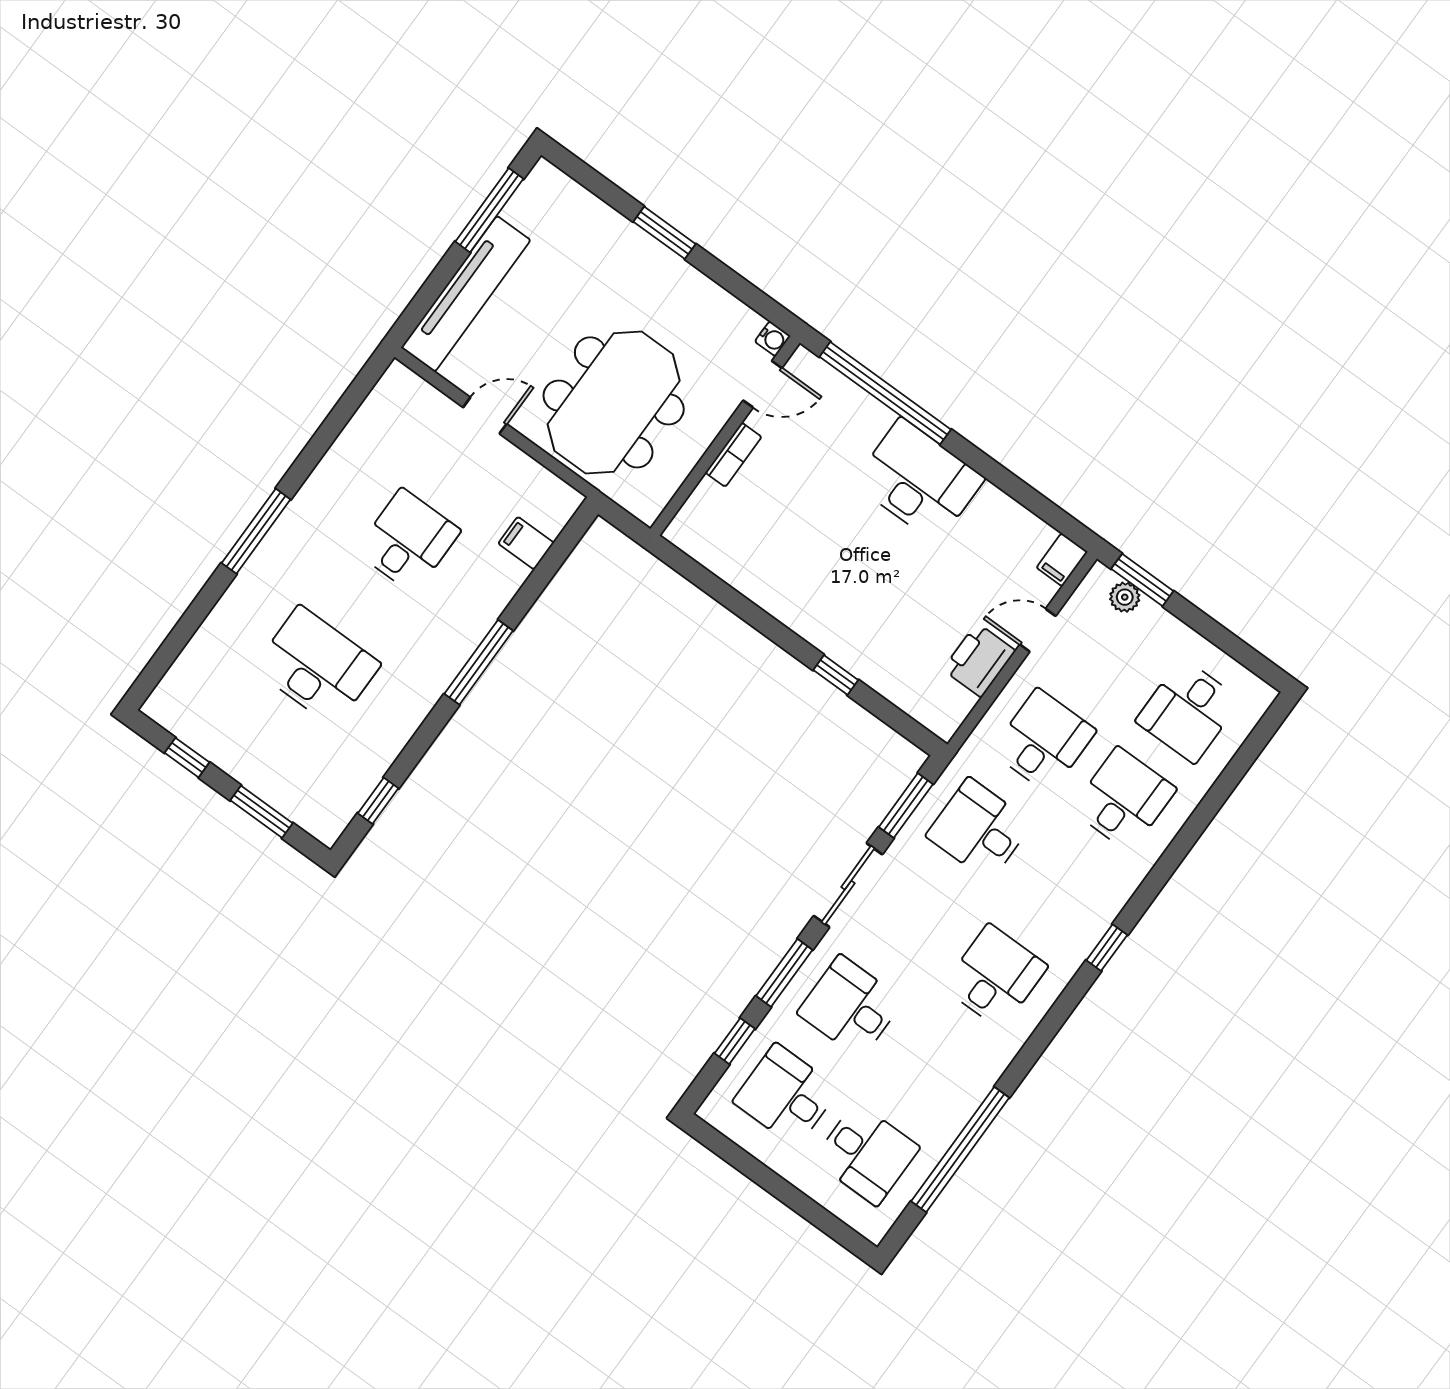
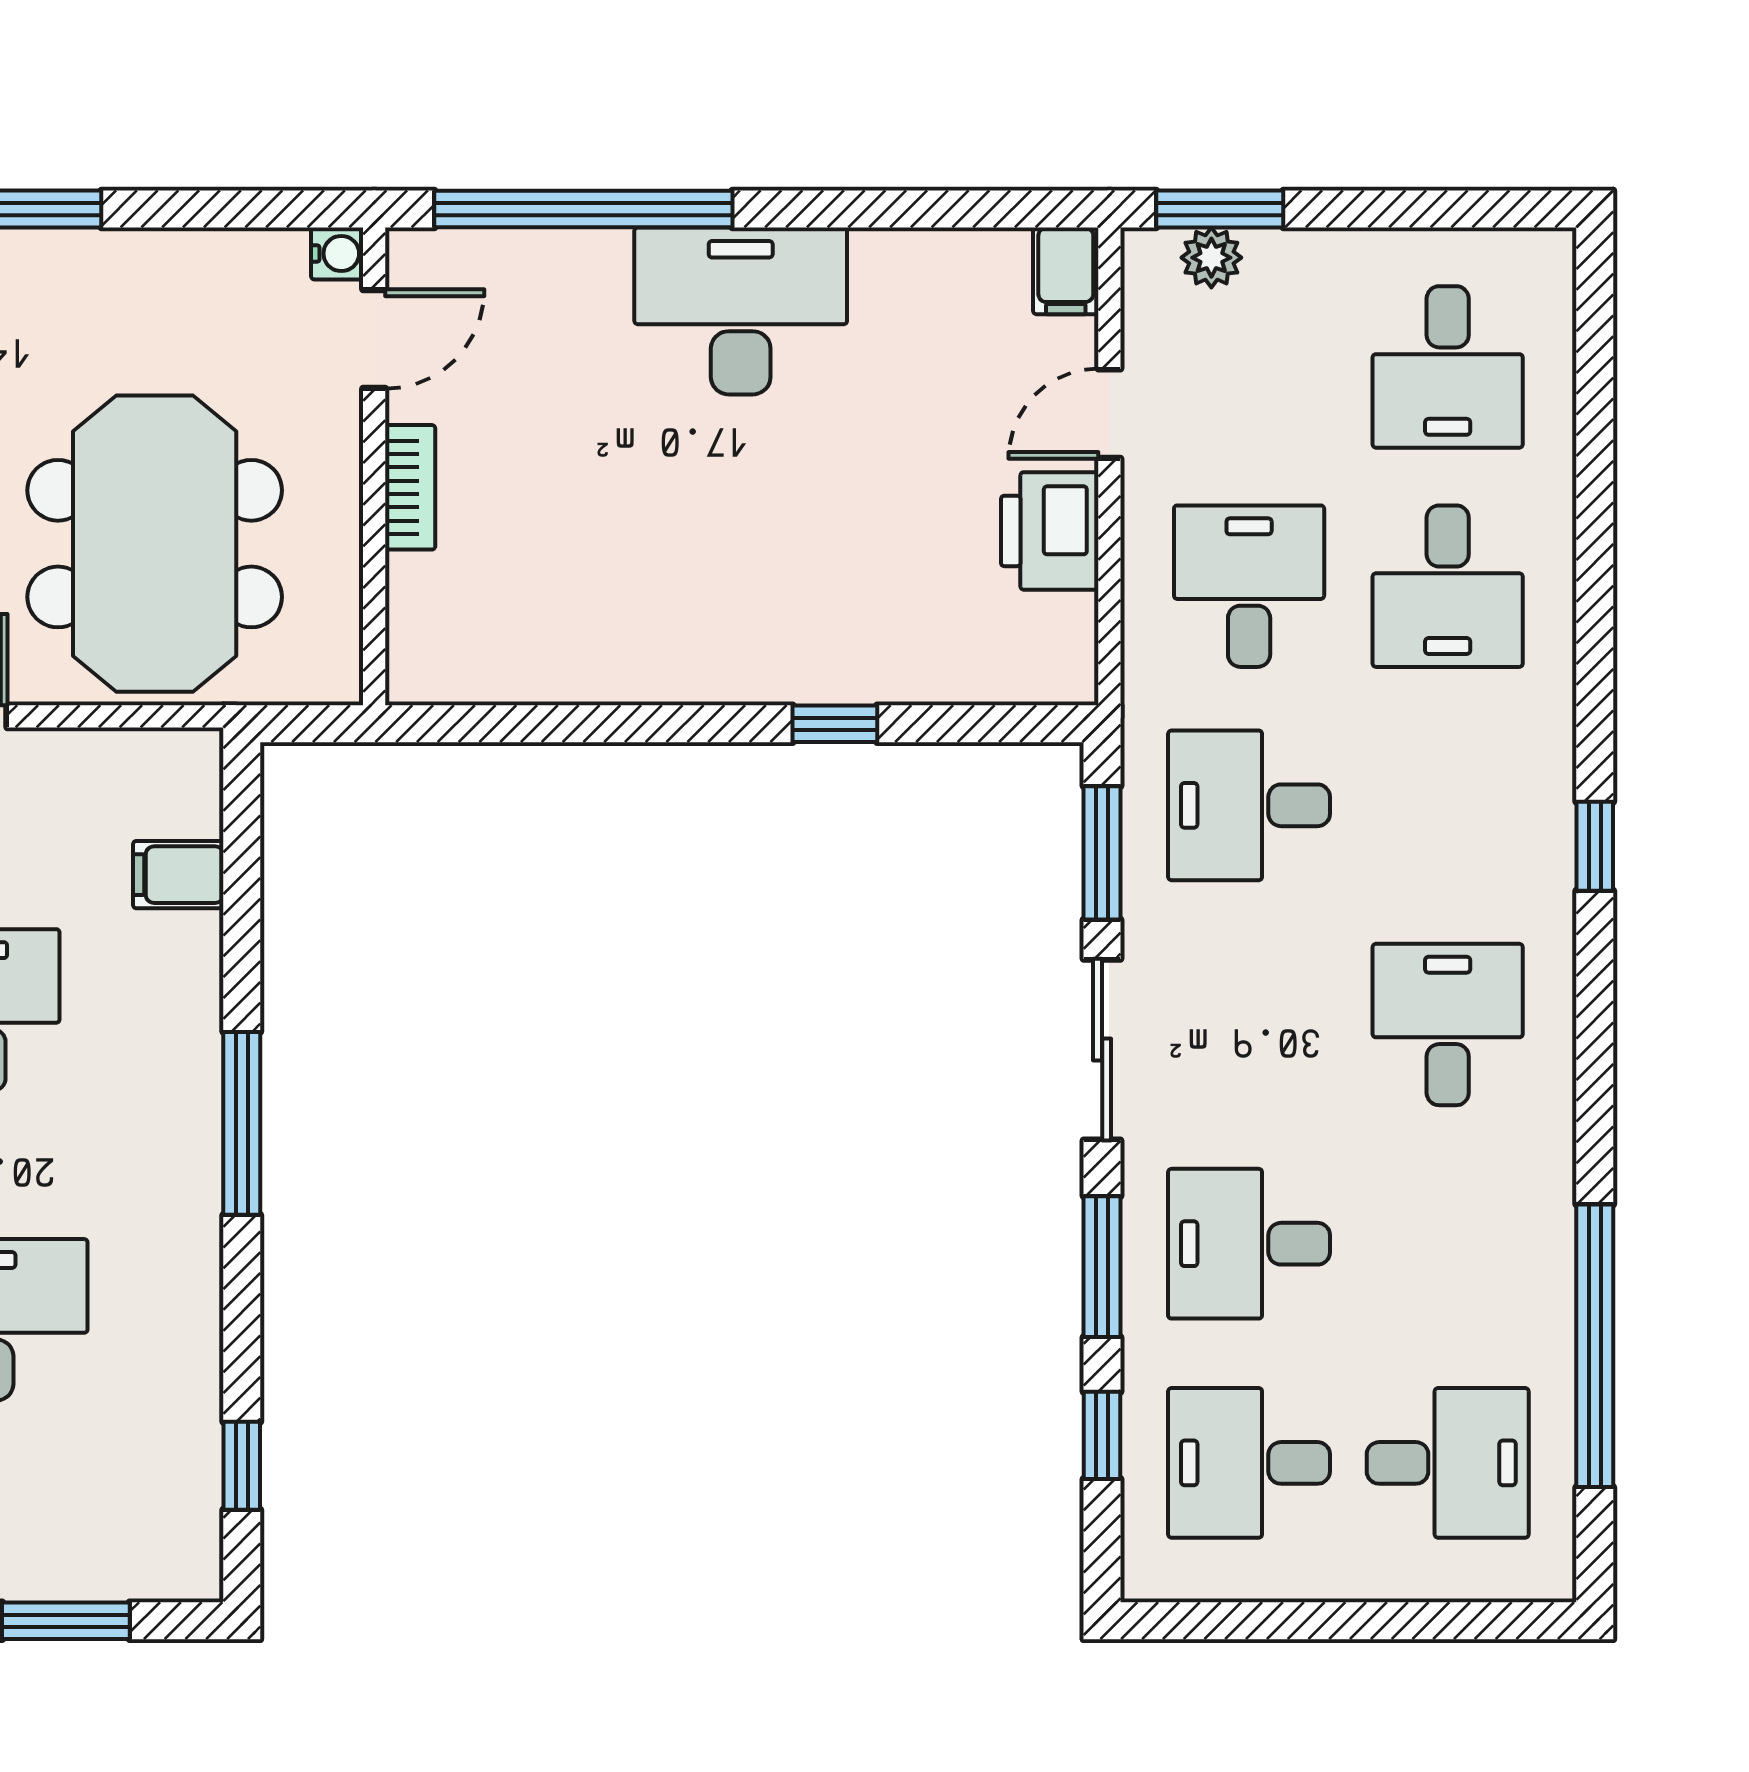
desk: (1124, 799) -> (1448, 586), turned 180

